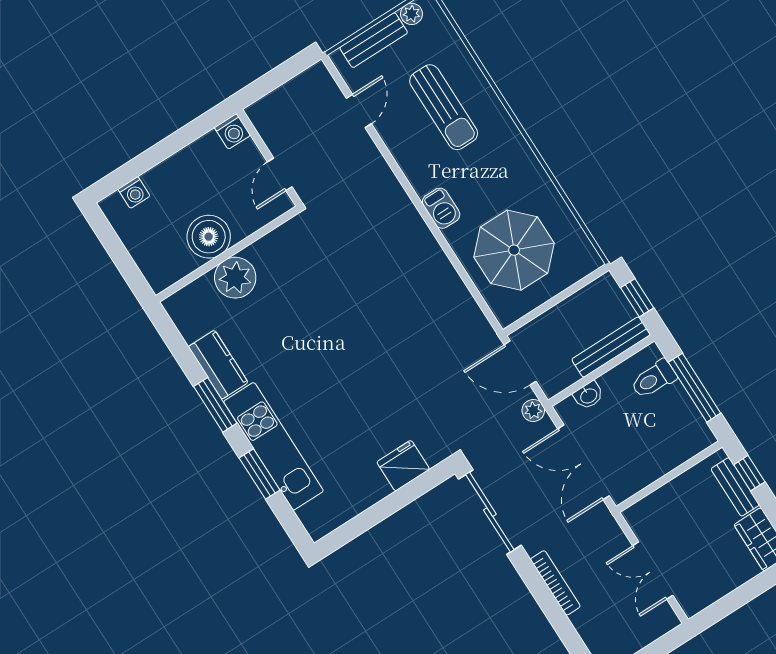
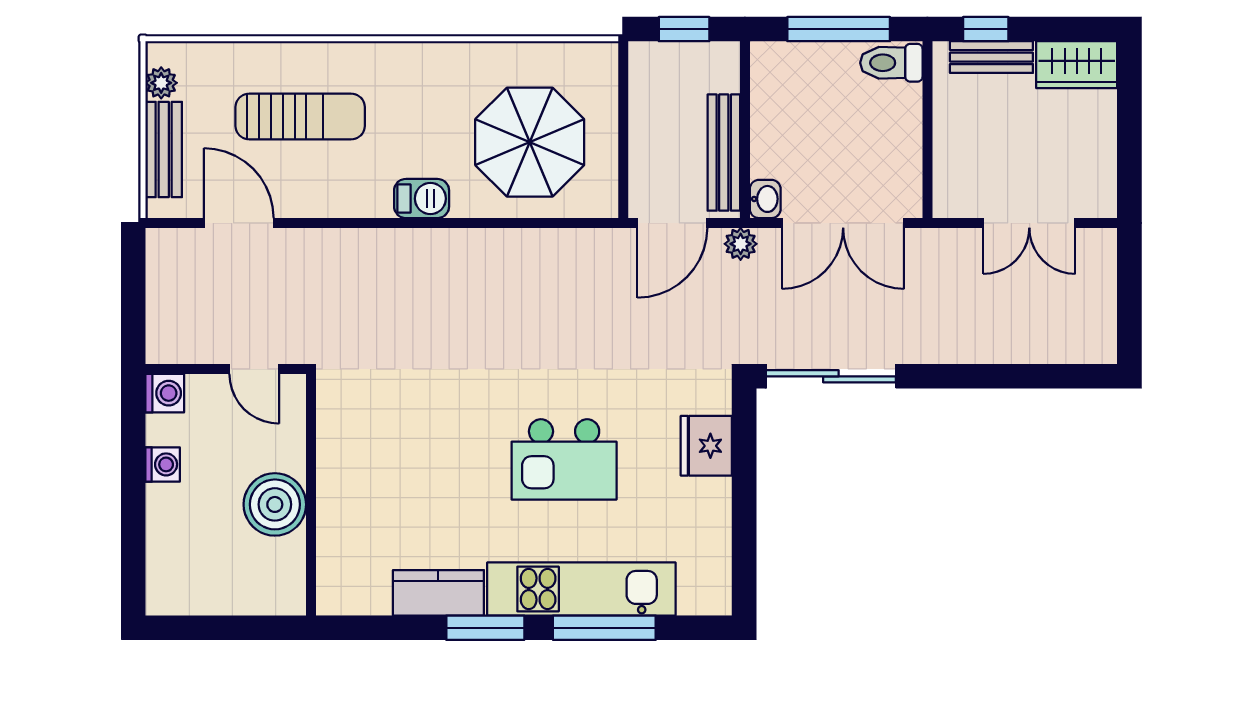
door: (359, 111) -> (239, 223), width x1.38
washing machine: (134, 193) -> (163, 464), moved
plant: (235, 278) -> (346, 504), removed
bench: (611, 347) -> (724, 153), moved
toilet: (654, 379) -> (891, 63), moved, turned 90
kitchen island: (342, 388) -> (564, 459), added
washbasin: (588, 395) -> (765, 199), moved
window: (259, 474) -> (604, 628), width x1.44
bookcase: (555, 583) -> (968, 352), removed

